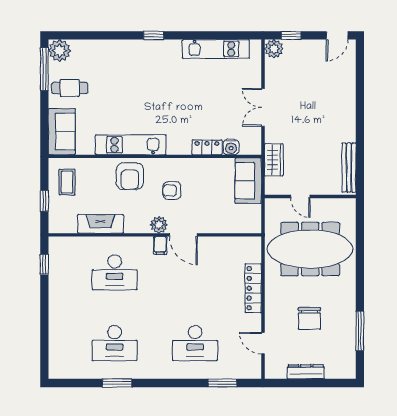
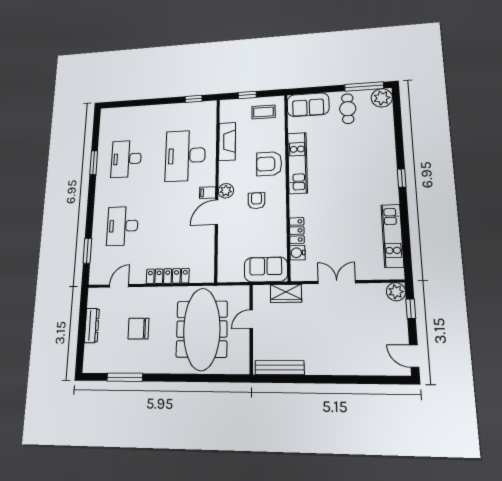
desk: (115, 272) -> (185, 156), width x1.36, depth x1.30

